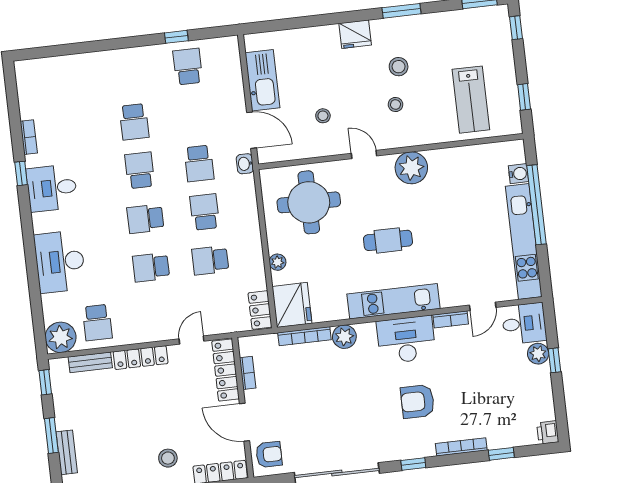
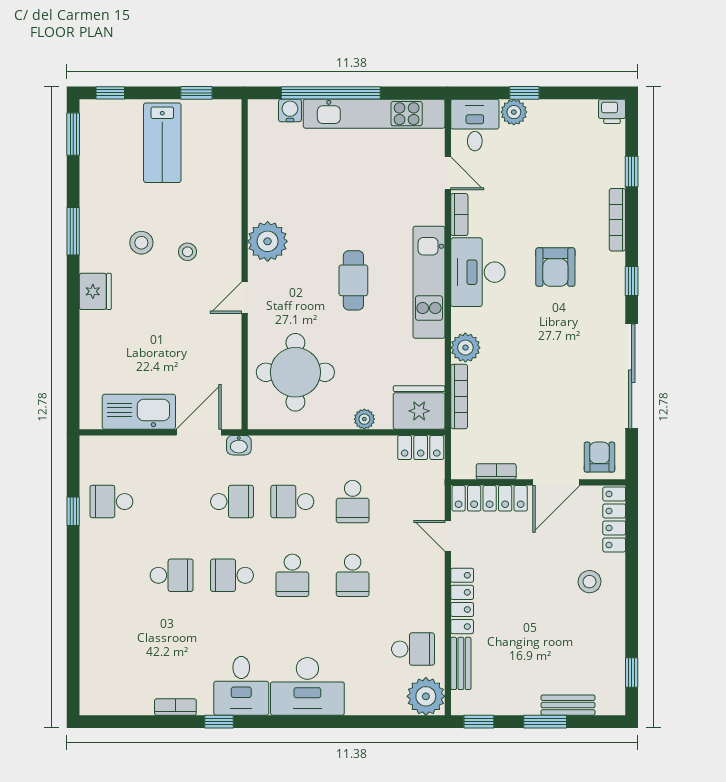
lab bench: (471, 100) -> (162, 143), moved, turned 90
stool: (323, 116) -> (191, 343), removed
desk: (60, 262) -> (307, 686), moved

